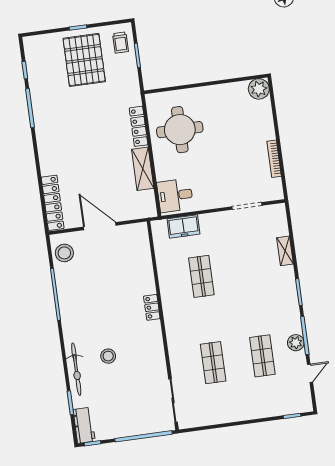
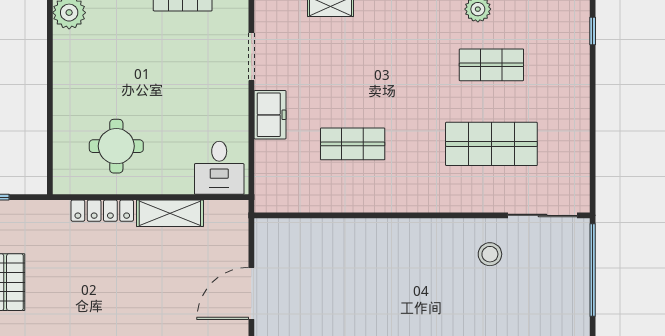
round table: (180, 130) -> (116, 146), width x0.73, depth x0.73
freezer: (184, 226) -> (270, 115), moved
locker: (152, 307) -> (391, 229), removed
stool: (108, 356) -> (490, 254), moved
shop shelf: (213, 363) -> (491, 144), width x1.43, depth x1.36

